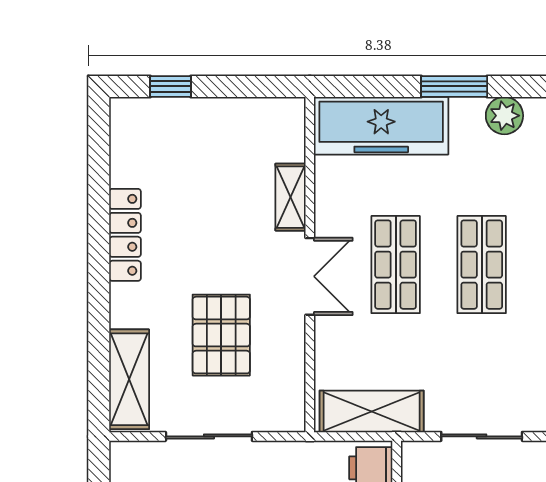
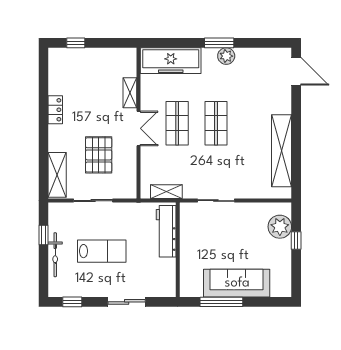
window: (454, 86) -> (219, 43), moved
locker: (125, 235) -> (55, 110), width x0.66
shelving: (372, 411) -> (166, 192), width x0.67, depth x0.75

